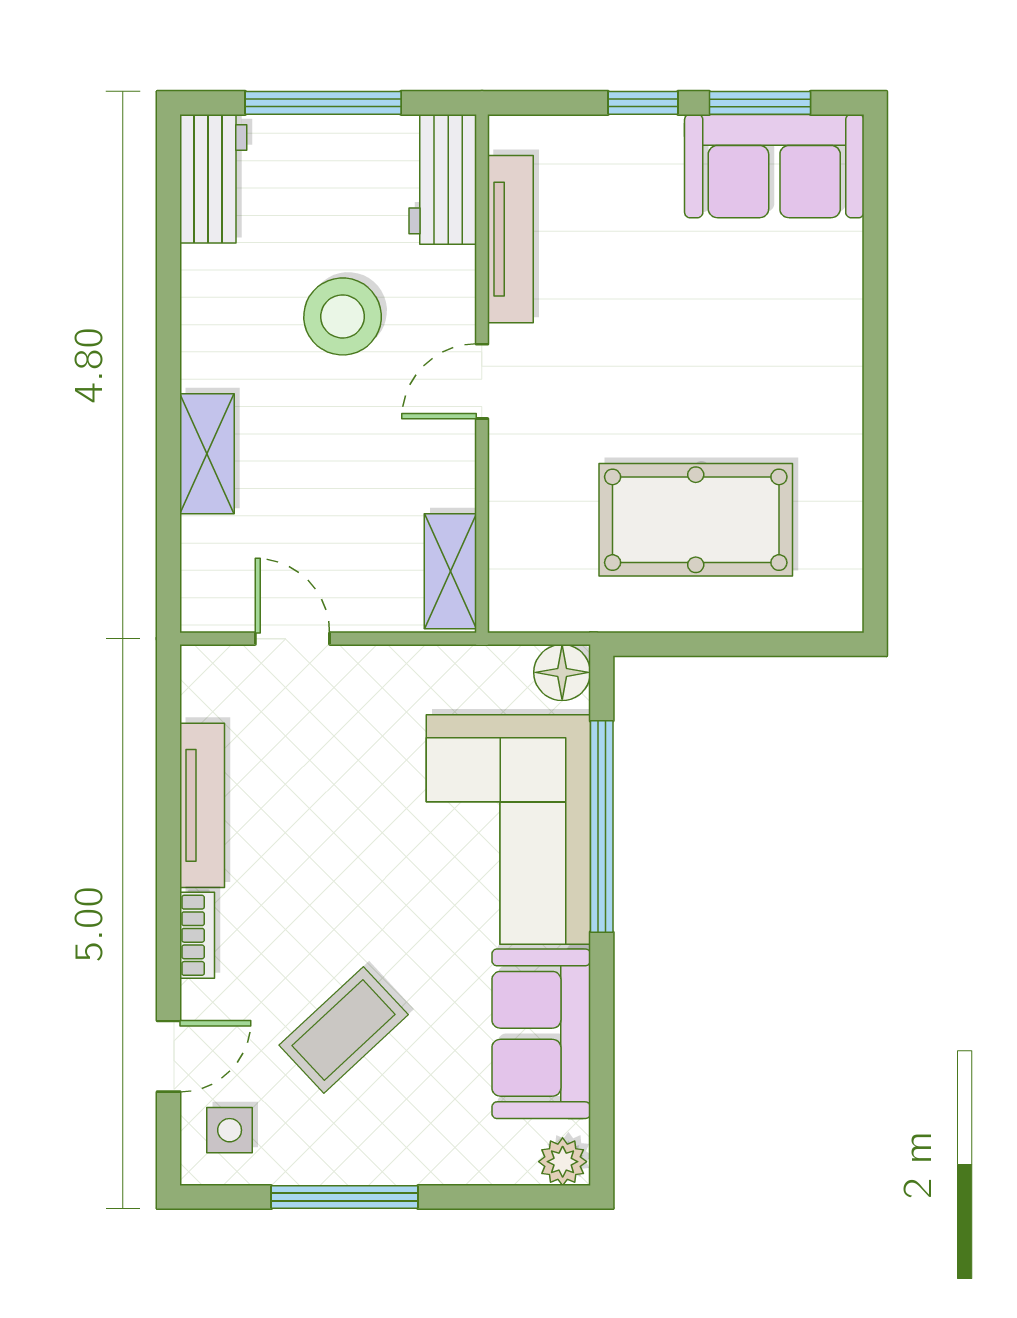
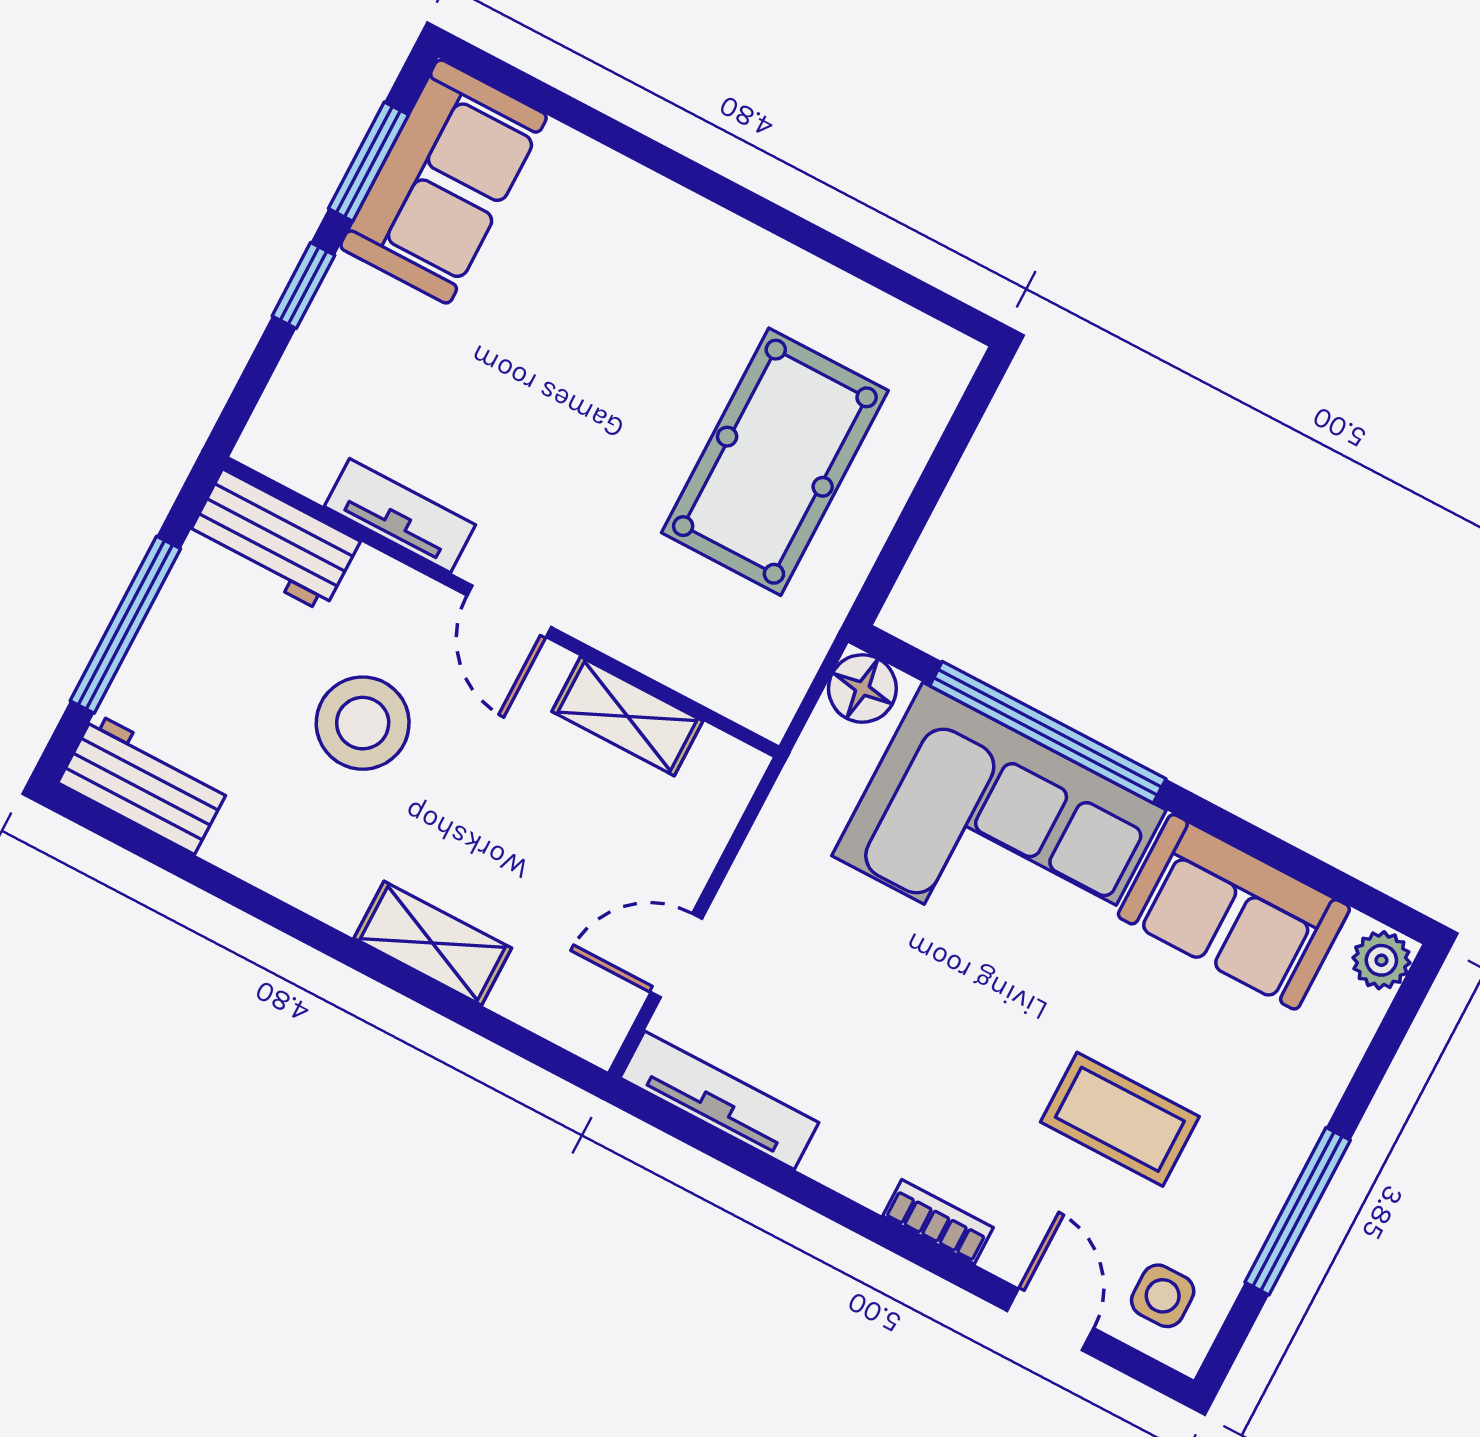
tv unit: (510, 239) -> (400, 516), width x0.71
shelving: (450, 571) -> (627, 716), moved
tv unit: (202, 805) -> (719, 1100), moved
coffee table: (344, 1030) -> (1120, 1119), turned -47

